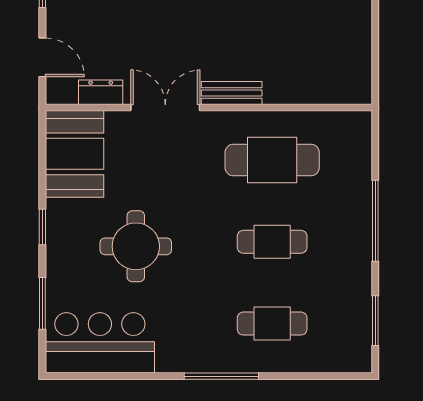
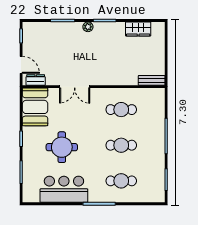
dresser: (101, 92) -> (36, 80), moved
bench: (232, 93) -> (152, 80), moved
double door: (165, 107) -> (75, 87), swing flipped
cafe table: (272, 160) -> (121, 110), width x0.73, depth x0.74
bar counter: (100, 343) -> (64, 189), moved

